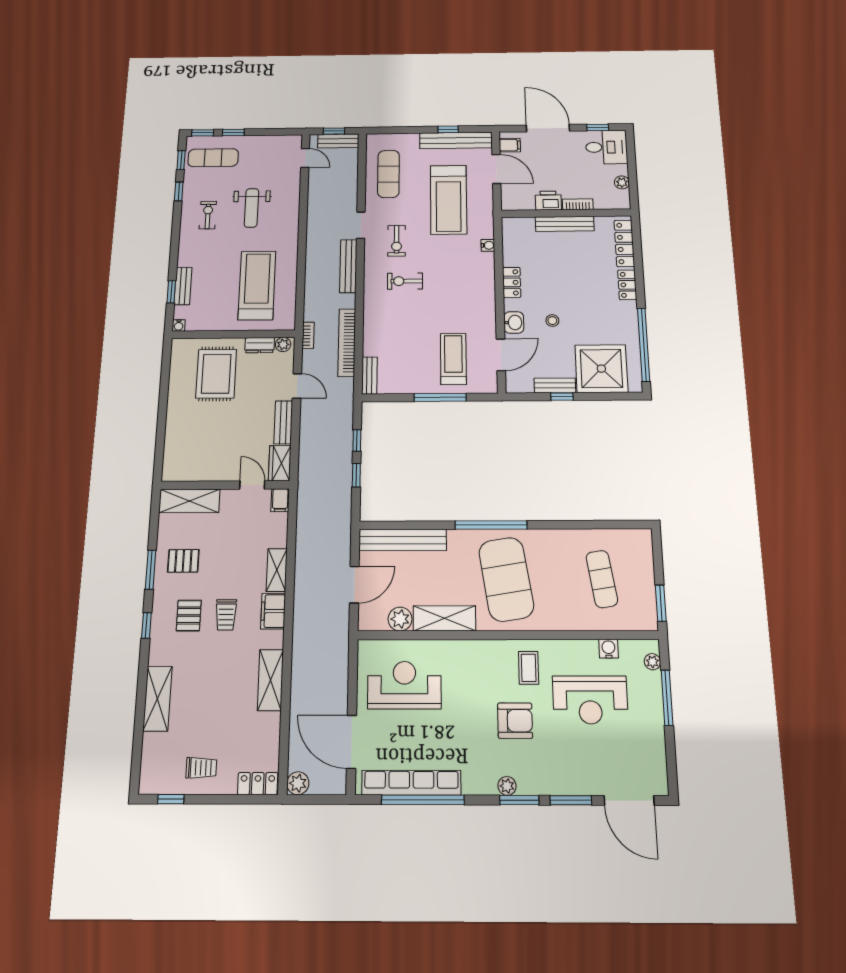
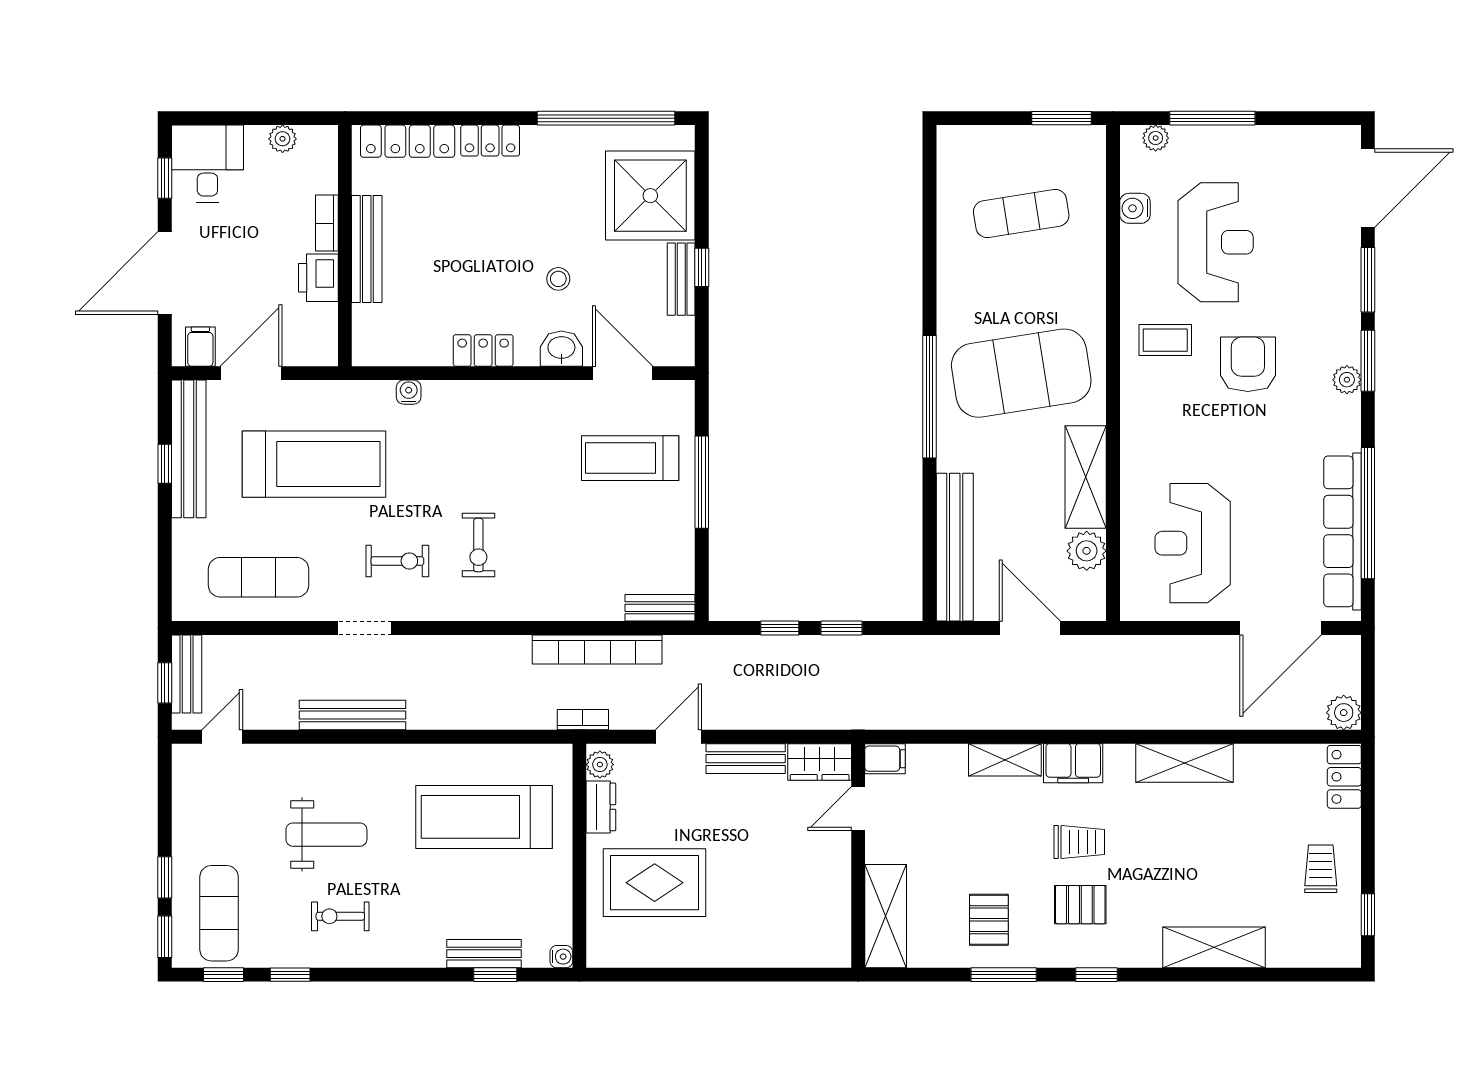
bench: (348, 266) -> (353, 715), moved

